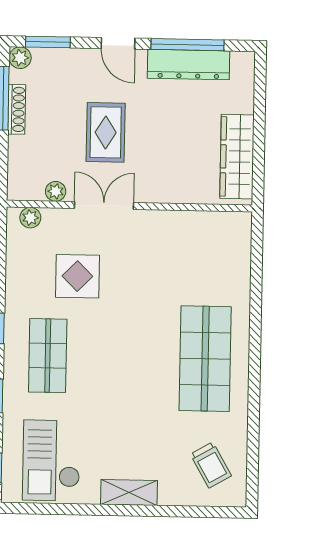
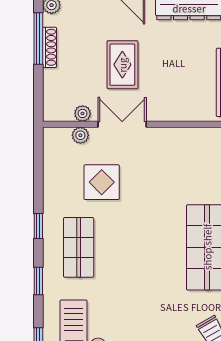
plant: (30, 218) -> (80, 135), moved

